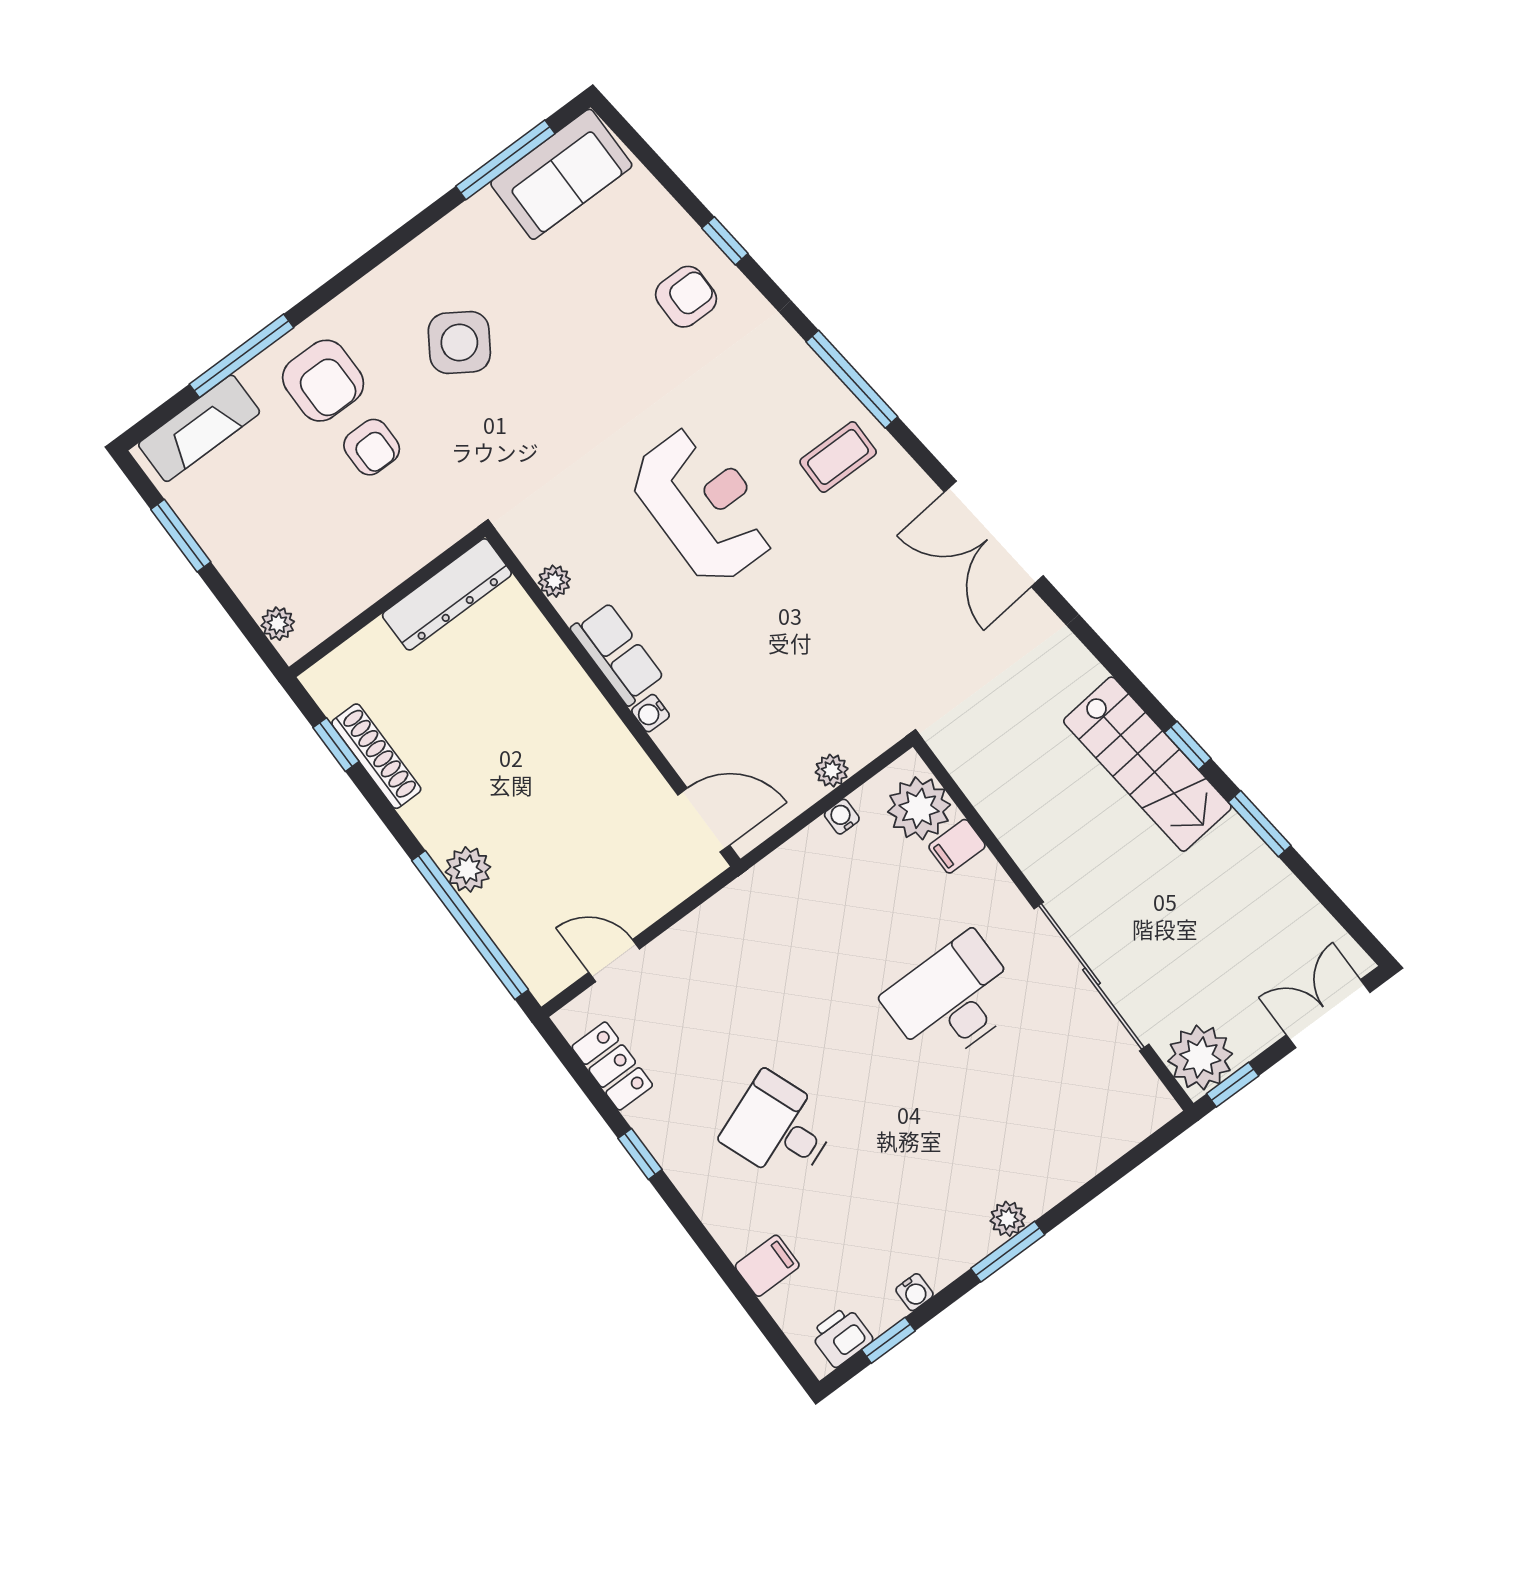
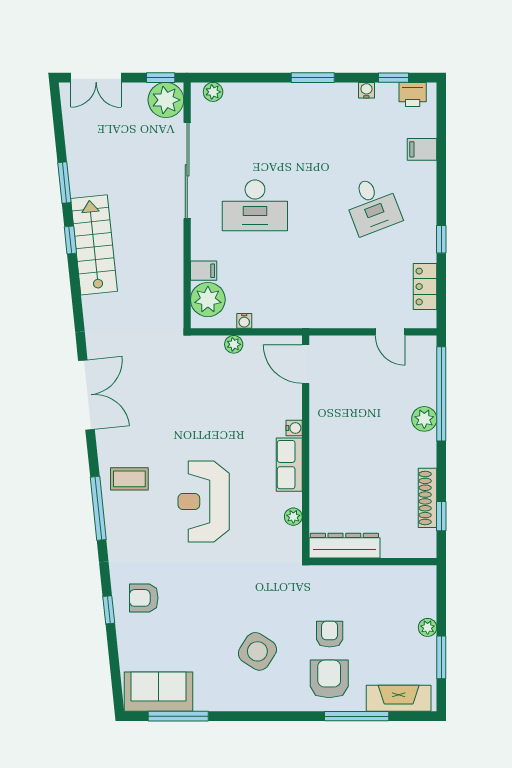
plant: (278, 624) -> (428, 627), moved
plant: (1008, 1219) -> (213, 92), moved

